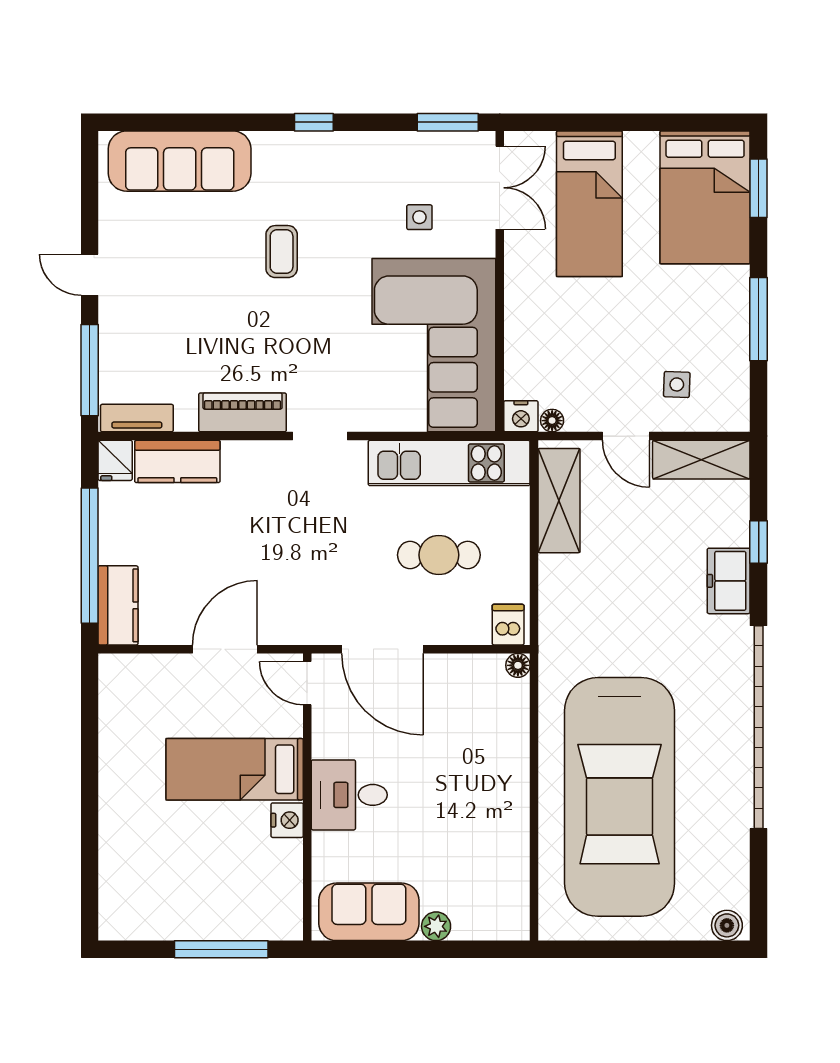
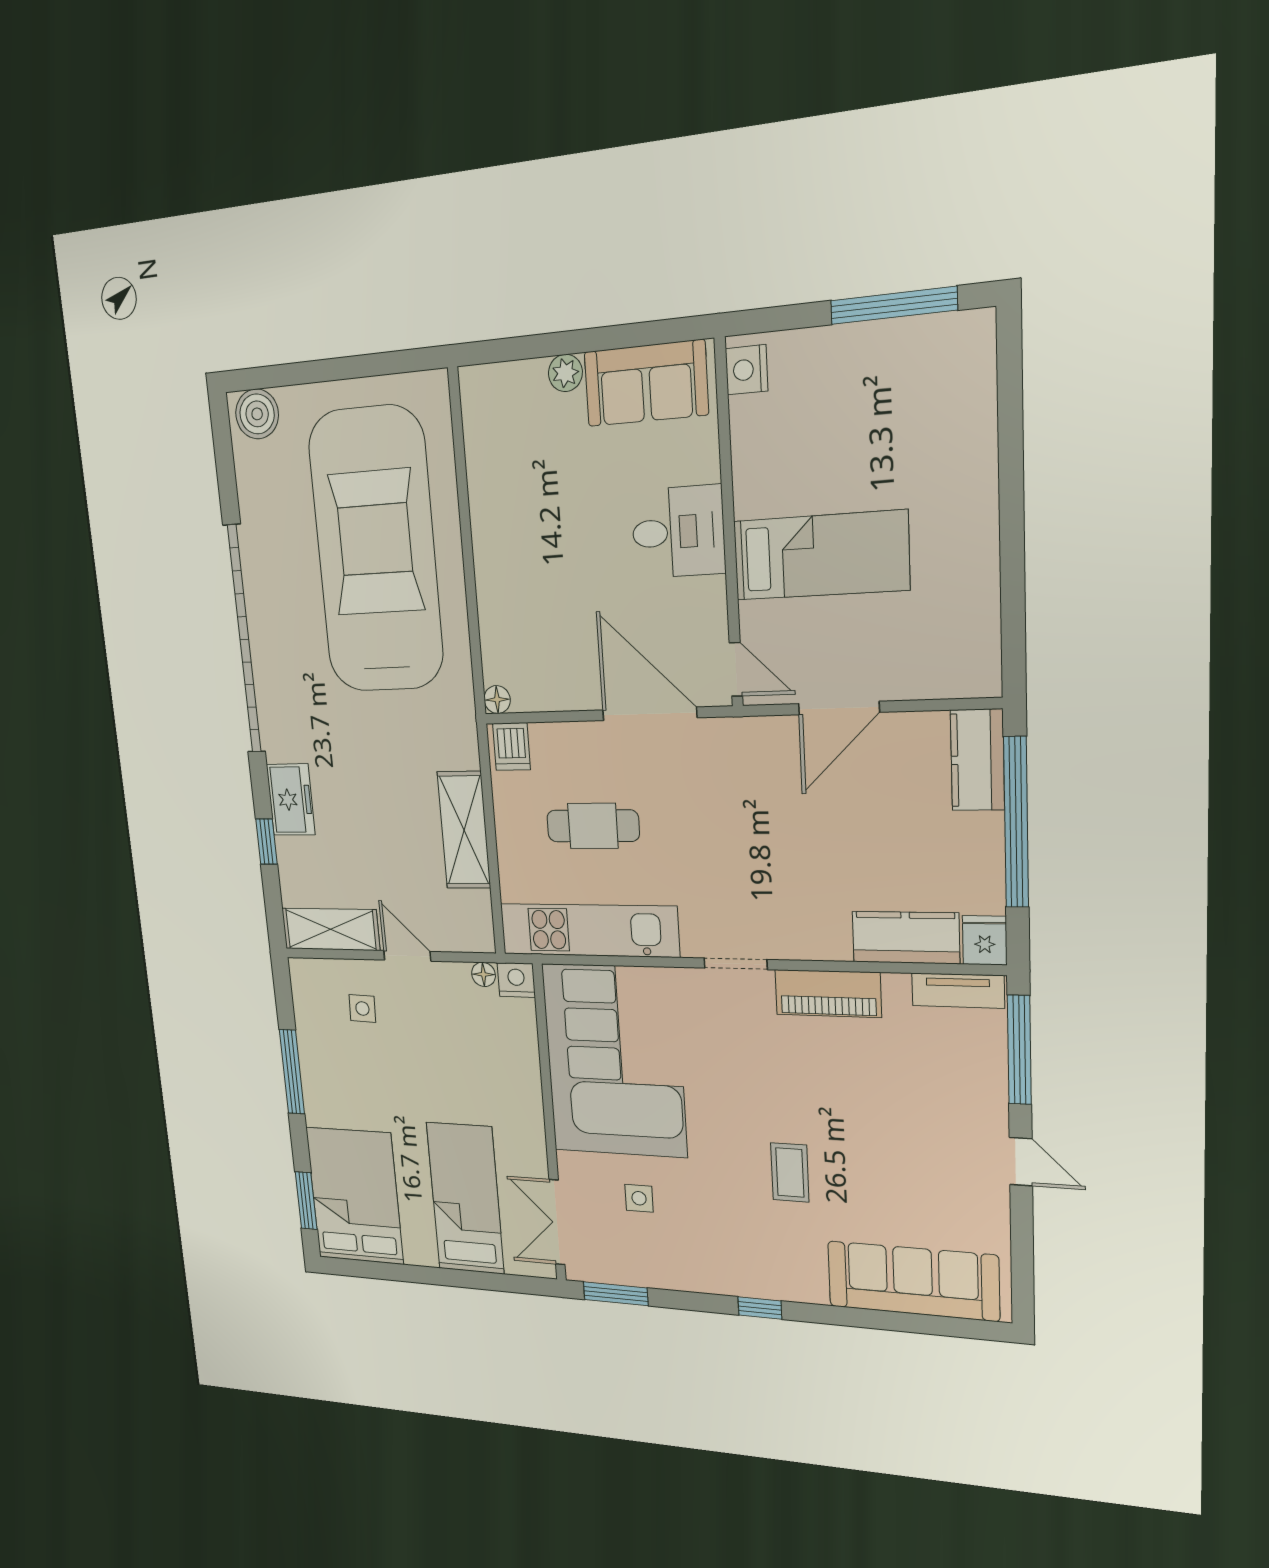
shelving: (559, 501) -> (464, 830), moved
nightstand: (287, 820) -> (747, 370), moved
boiler: (727, 925) -> (257, 414), width x1.36, depth x1.36
window: (221, 949) -> (894, 305), moved

